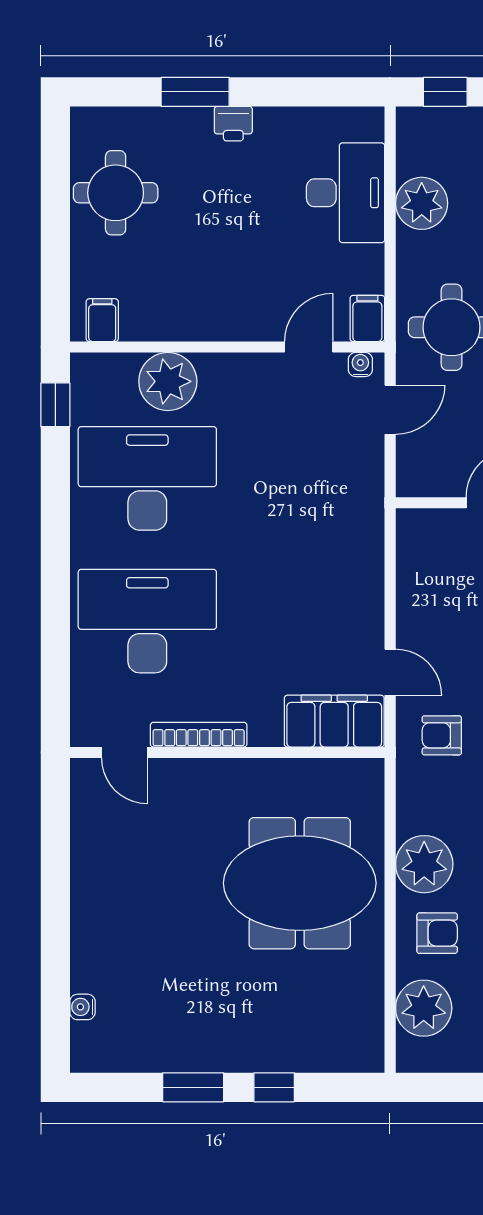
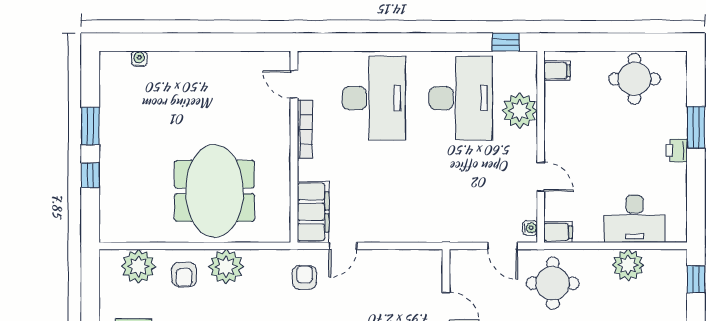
door: (309, 347) -> (541, 177), moved
door: (124, 752) -> (294, 84), hinge flipped

